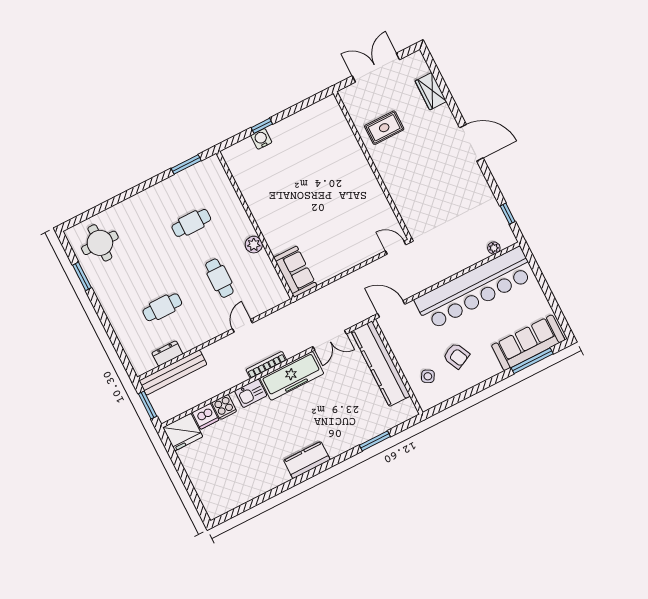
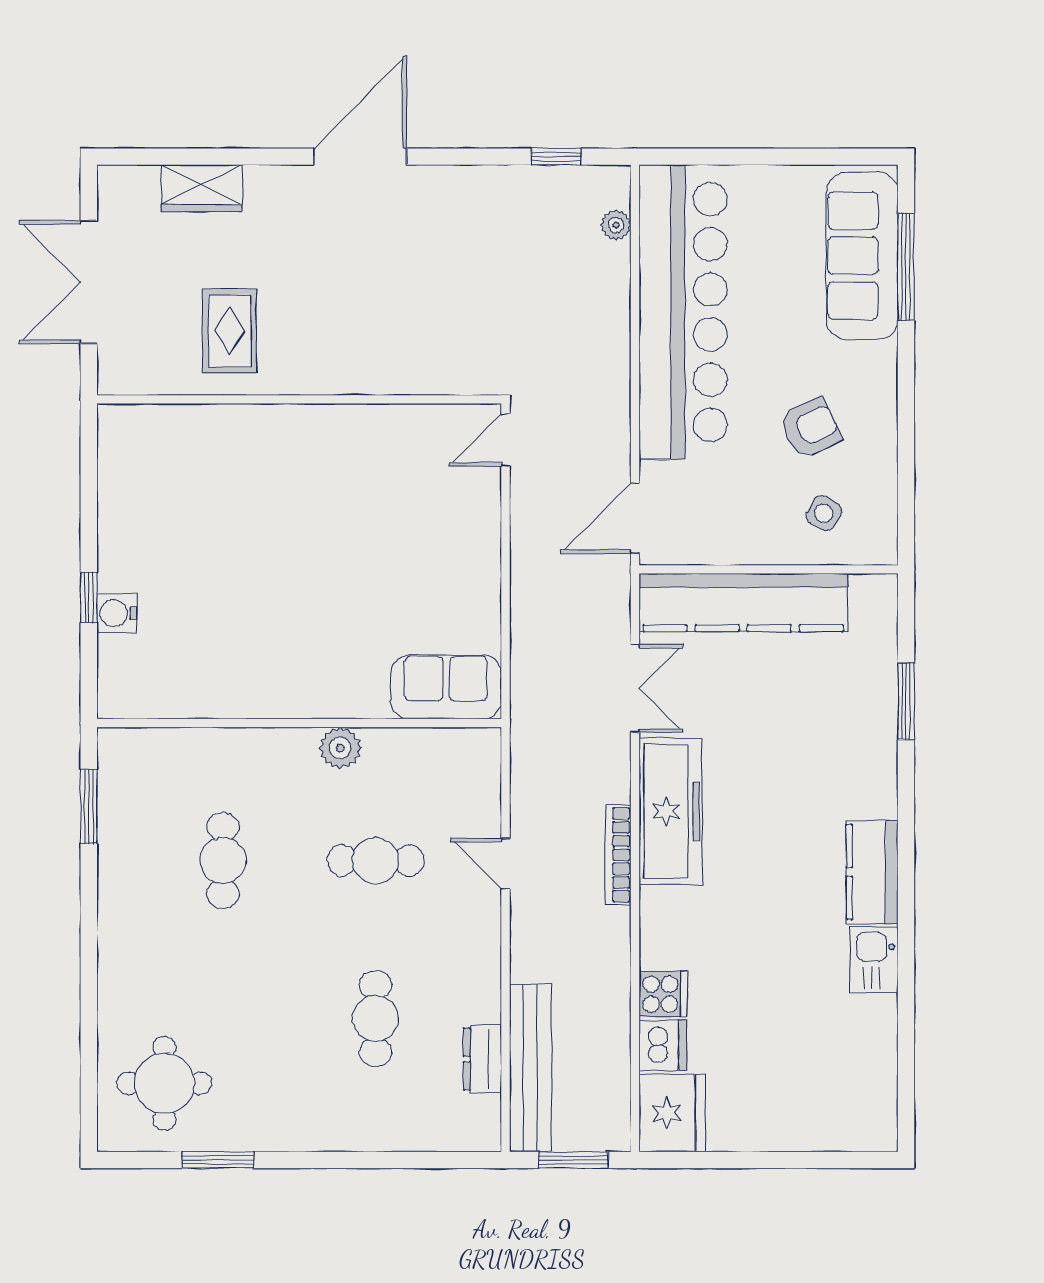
kitchen sink: (251, 393) -> (874, 960), moved, turned 180

